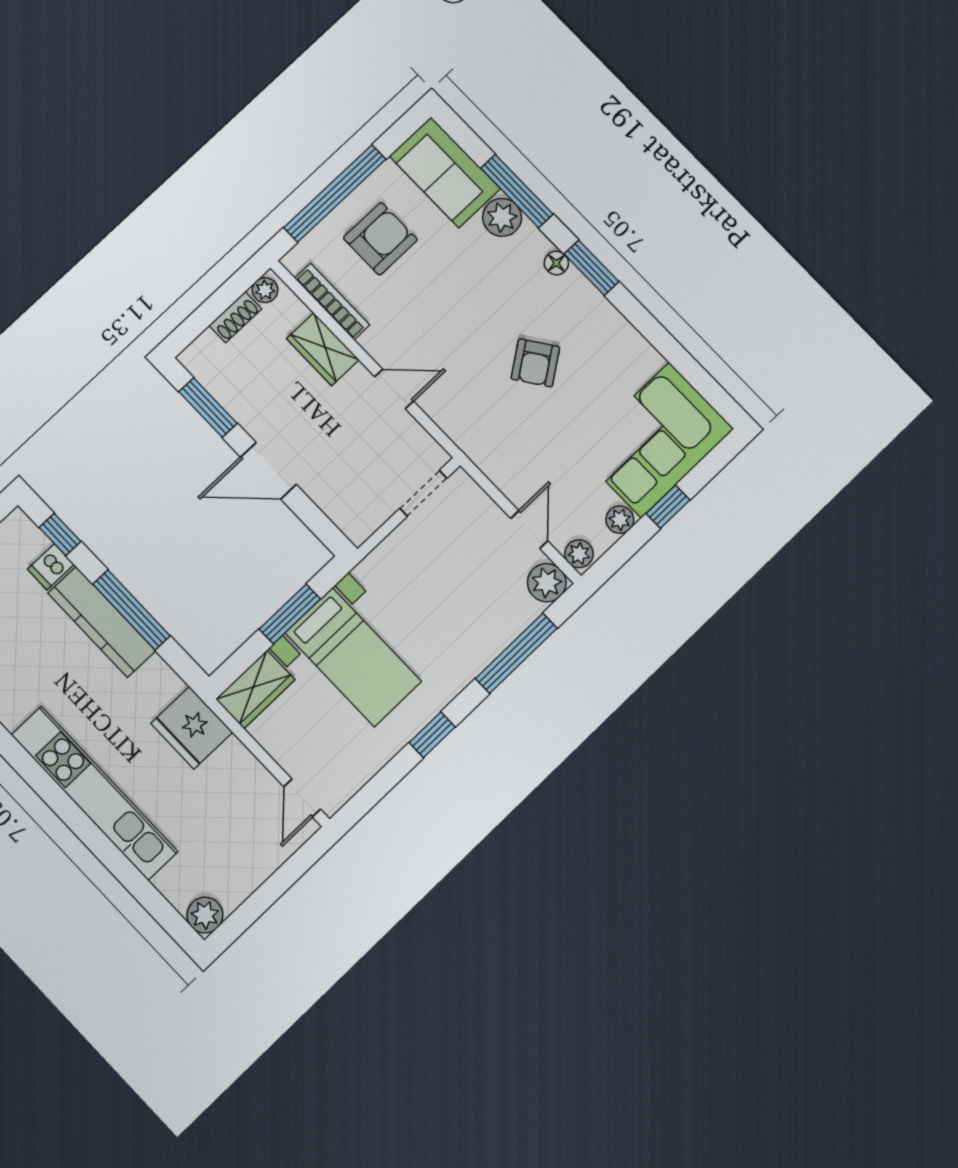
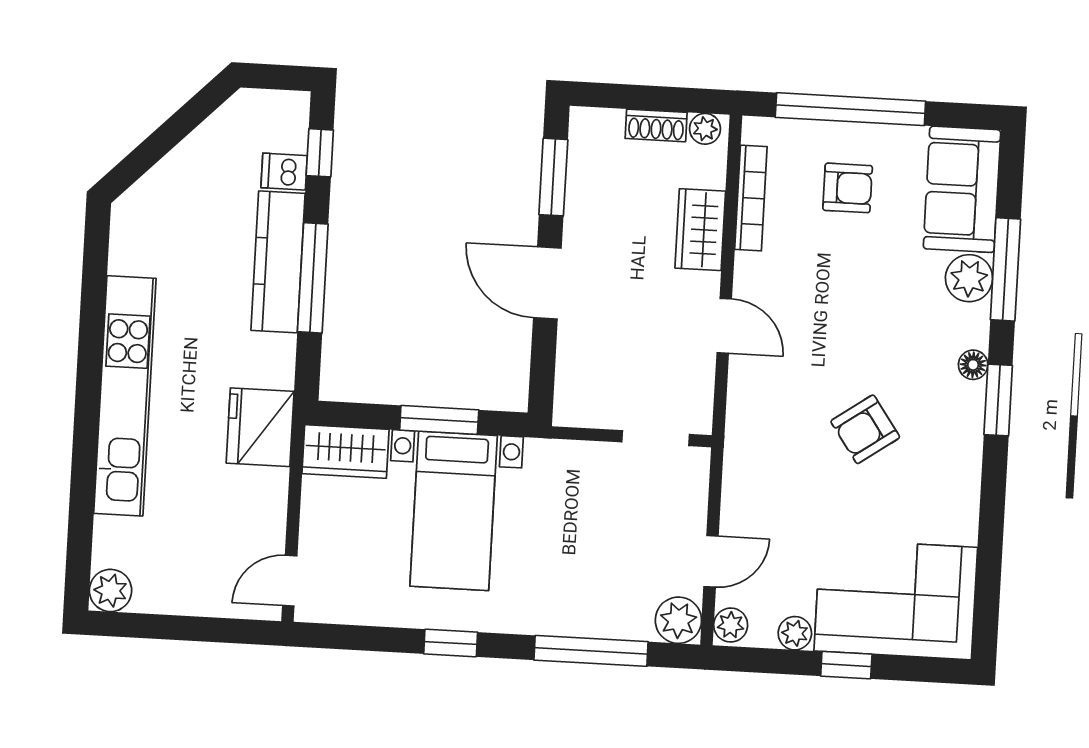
armchair: (380, 239) -> (848, 188), width x0.72, depth x0.72

